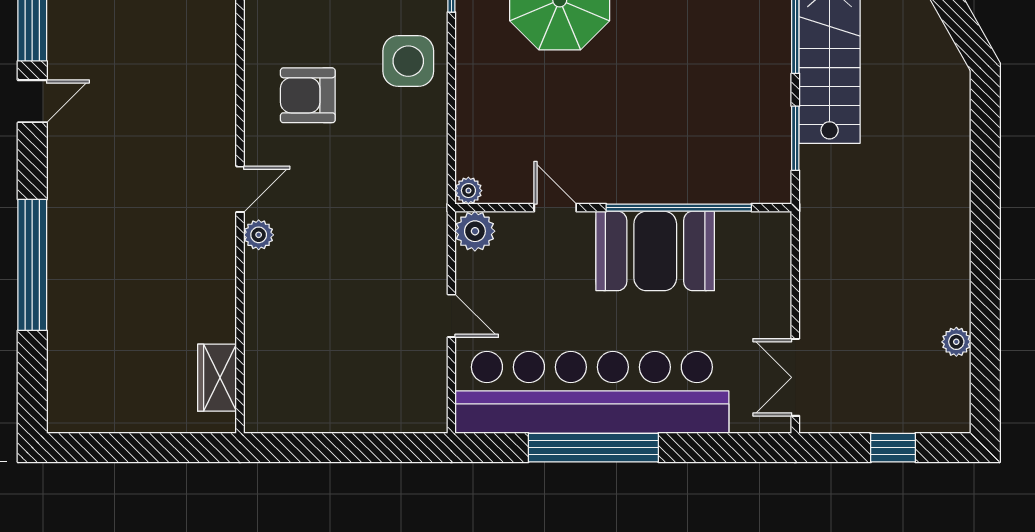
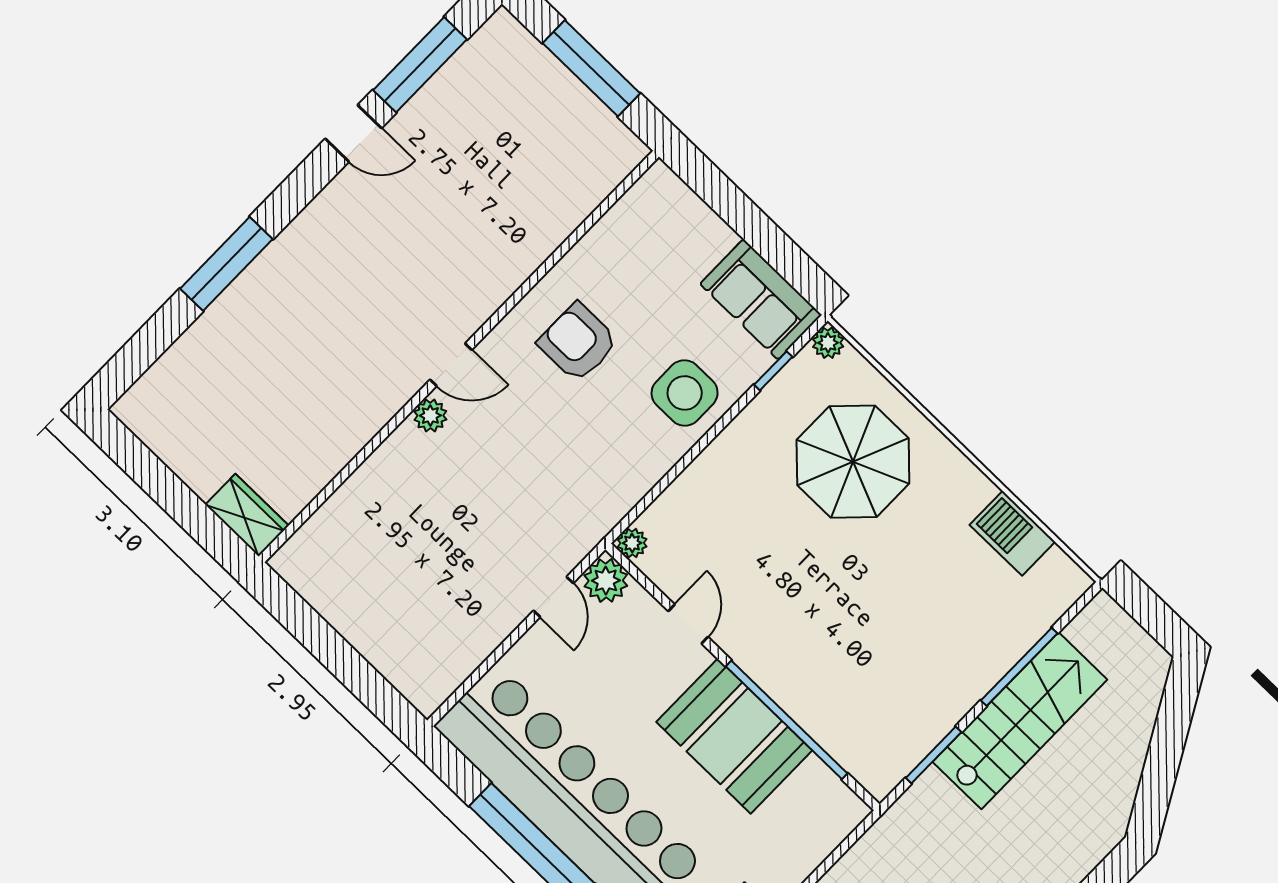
window: (32, 265) -> (226, 264), width x0.68
door: (451, 316) -> (553, 597), moved
wardrobe: (217, 378) -> (247, 515), moved, turned 90

